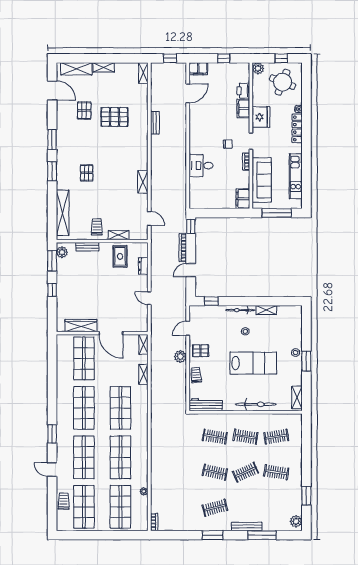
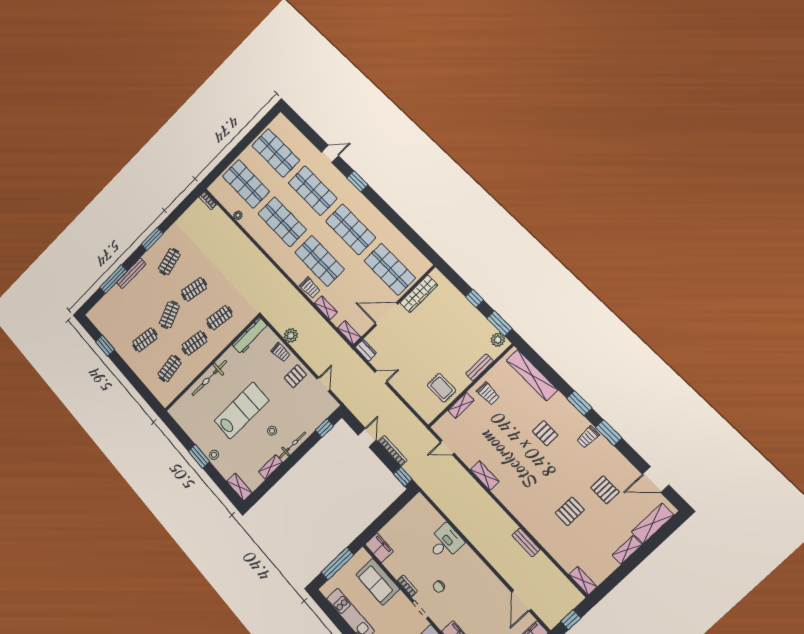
pallet: (114, 117) -> (570, 511), width x0.67, depth x0.71
trolley: (66, 148) -> (588, 437), added
sofa: (262, 180) -> (378, 582), width x0.73
dresser: (143, 266) -> (366, 350), moved
plant: (180, 357) -> (291, 335), moved
lab bench: (253, 363) -> (242, 410), turned 180
shelving: (297, 397) -> (239, 487), moved
trolley: (64, 501) -> (310, 288), moved
plant: (296, 521) -> (96, 317), removed

